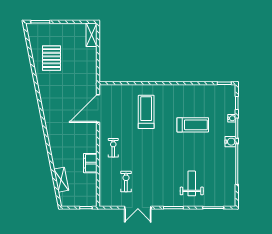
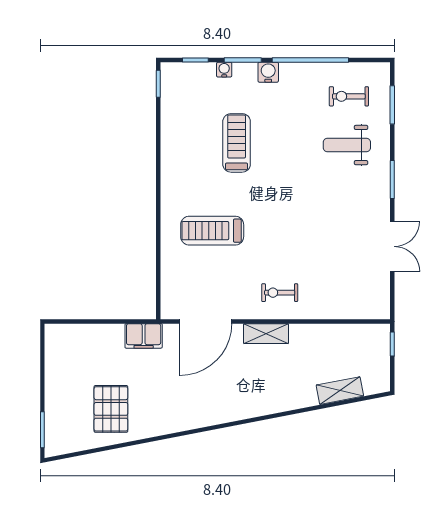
shelving: (91, 35) -> (266, 334), moved
pallet: (51, 58) -> (111, 409), turned 90
door: (98, 108) -> (206, 321), hinge flipped
filing cabinet: (90, 163) -> (144, 336), moved
exercise bike: (126, 182) -> (349, 96), moved

